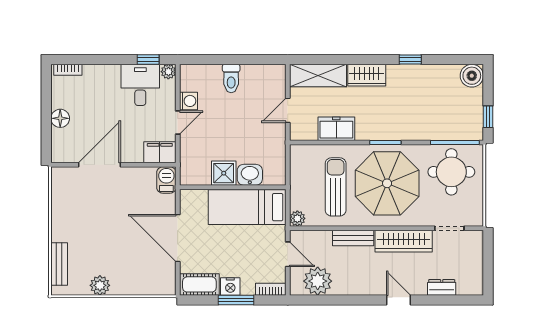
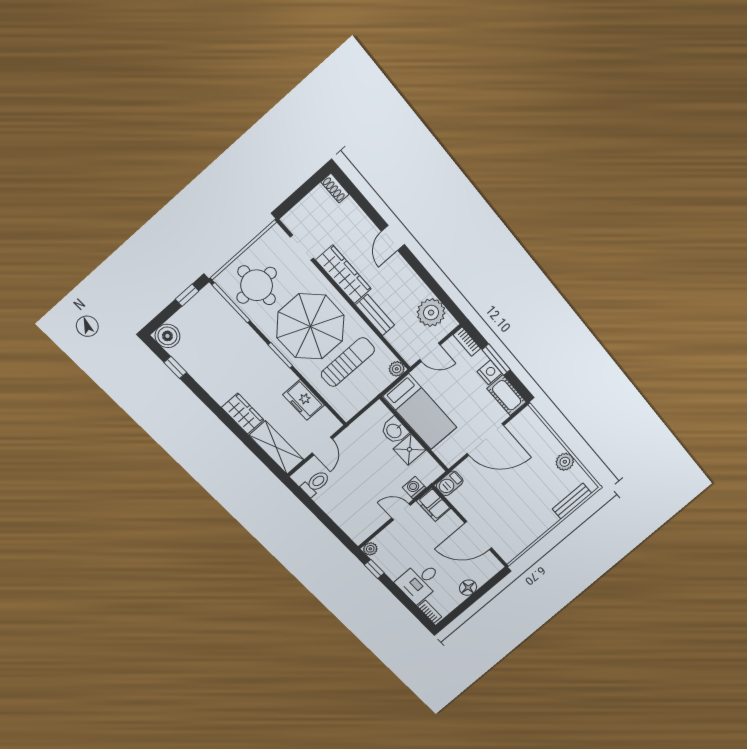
window: (410, 60) -> (175, 368), moved
toilet: (231, 78) -> (315, 483), moved
desk: (140, 85) -> (420, 582), moved
washing machine: (189, 101) -> (414, 488), moved
door: (288, 110) -> (322, 446), hinge flipped
sun lounger: (336, 187) -> (348, 362), turned 180
door: (178, 238) -> (485, 439), hinge flipped
door: (288, 254) -> (430, 352), swing flipped
dresser: (442, 287) -> (354, 212), removed
shoe rack: (470, 289) -> (335, 188), added

